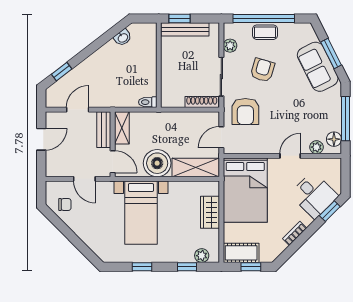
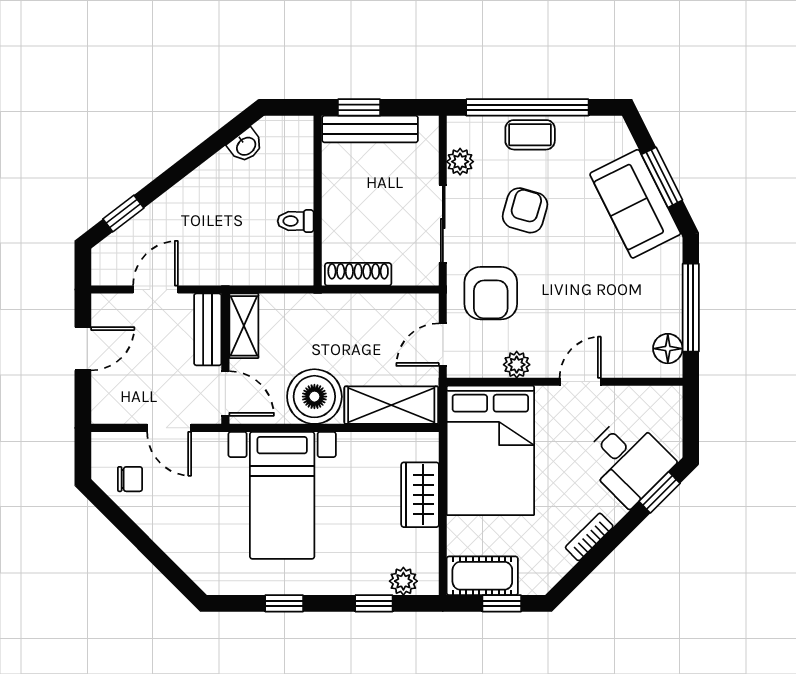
toilet: (148, 102) -> (296, 221), moved
shoe rack: (202, 102) -> (358, 274), moved
plant: (316, 147) -> (517, 365), moved

